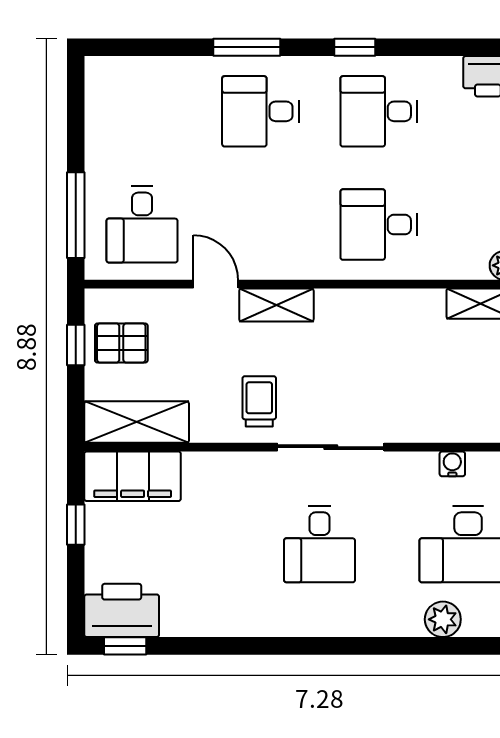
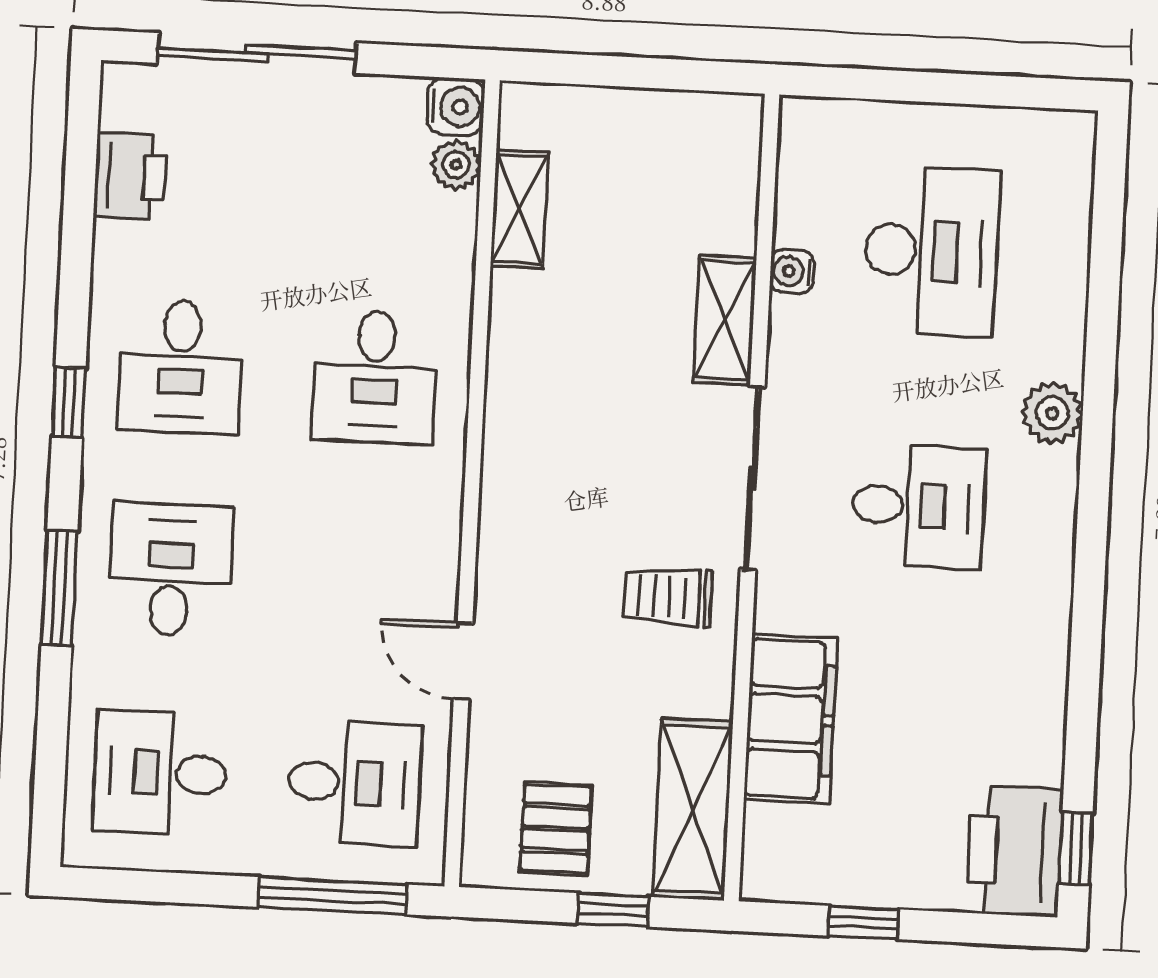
desk: (142, 111) -> (160, 773), added
desk: (260, 111) -> (170, 570), turned 180
door: (216, 284) -> (463, 661), hinge flipped
shelving: (276, 305) -> (725, 320), moved
window: (76, 345) -> (613, 910), moved
filing cabinet: (133, 476) -> (791, 719), moved
plant: (443, 619) -> (1052, 413), moved

